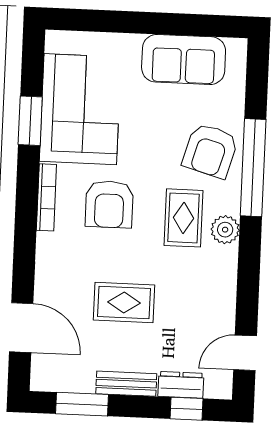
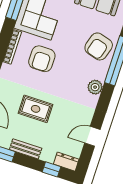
rug: (184, 218) -> (76, 76), removed
door: (245, 353) -> (92, 136), moved
dresser: (181, 385) -> (66, 162), moved

